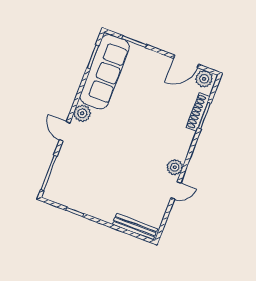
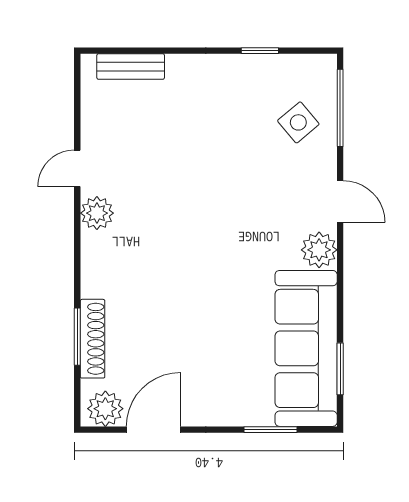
side table: (70, 173) -> (298, 122), added
bench: (135, 227) -> (131, 66), width x0.73

